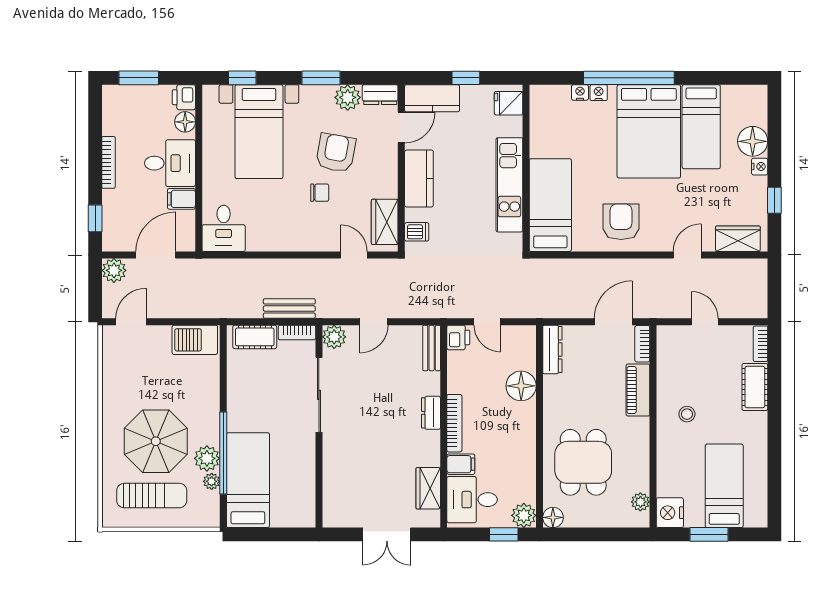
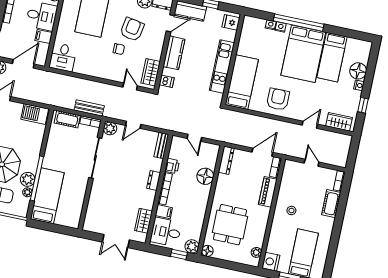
printer: (458, 337) -> (172, 166), moved

